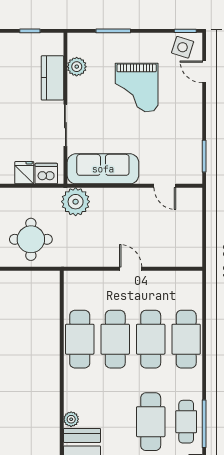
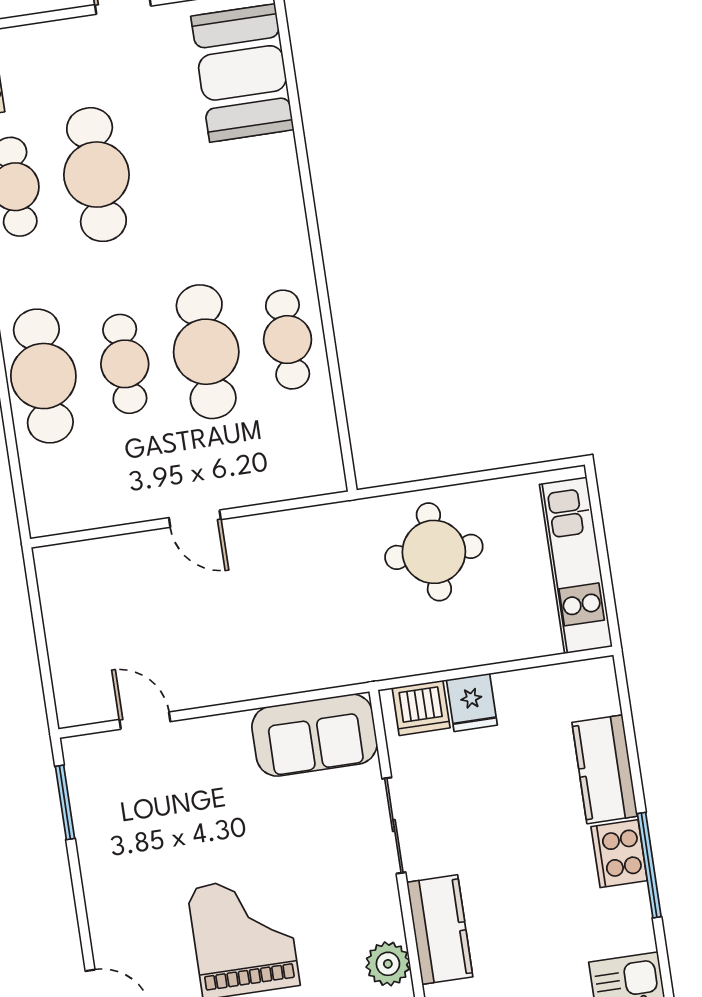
sofa: (103, 169) -> (315, 735), width x0.73
plant: (76, 202) -> (344, 653), removed
cafe table: (80, 339) -> (288, 340), width x0.73, depth x0.74
cafe table: (151, 339) -> (125, 364), width x0.73, depth x0.74
plant: (71, 419) -> (280, 153), removed

